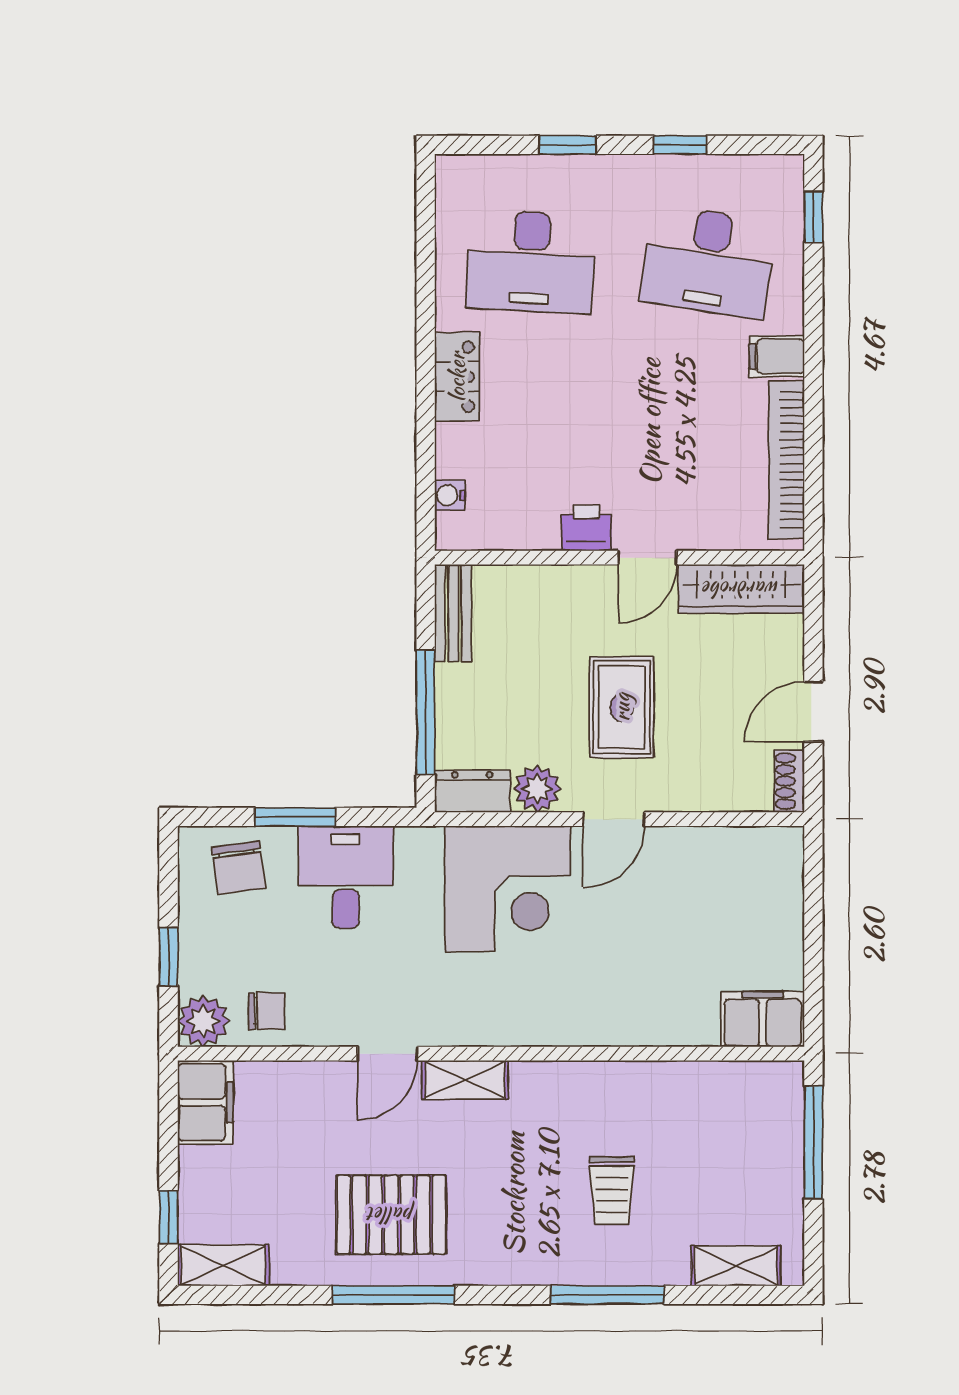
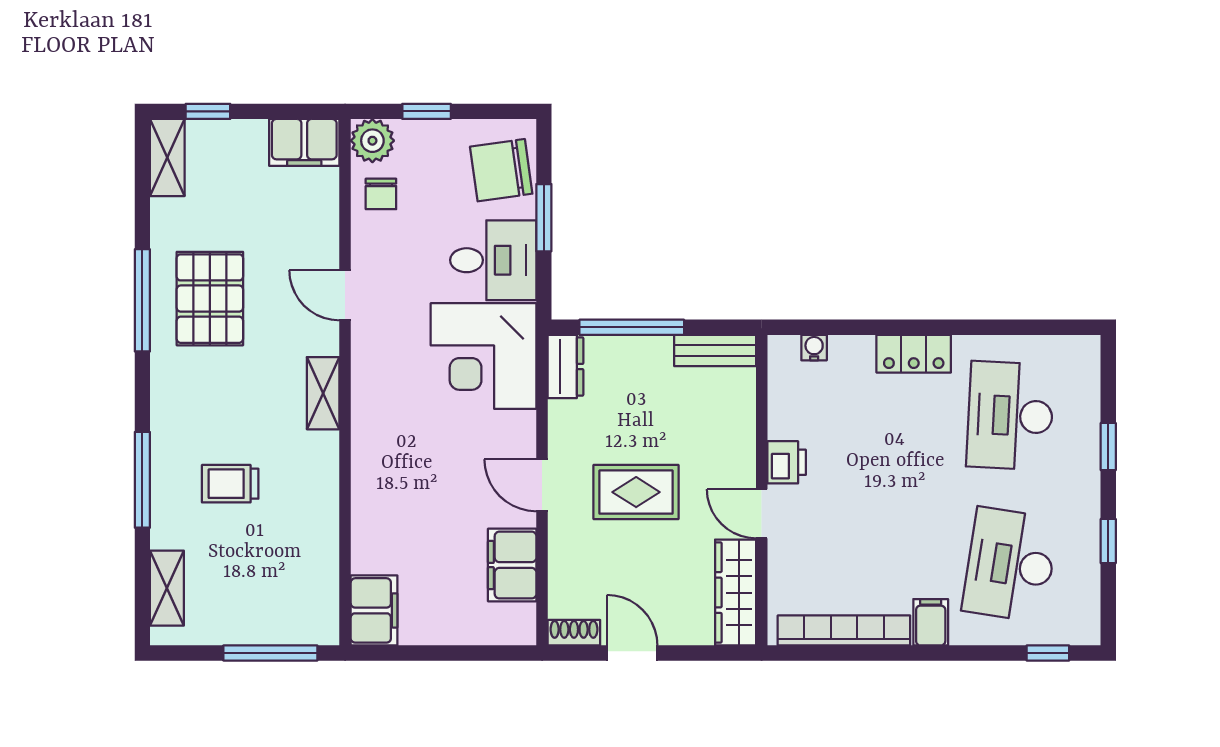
plant: (537, 789) -> (568, 421), removed
filing cabinet: (709, 855) -> (512, 565), added
chair: (238, 868) -> (501, 170), width x1.37, depth x1.37
corner desk: (508, 889) -> (484, 356), moved
shelving: (465, 1080) -> (323, 393), moved

